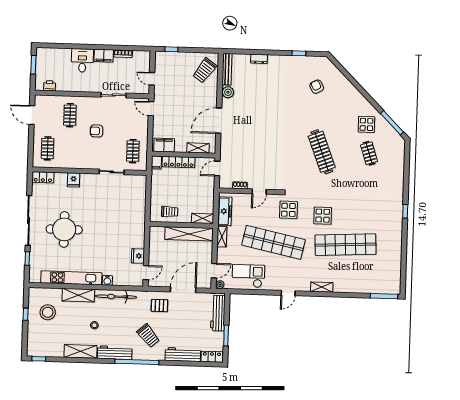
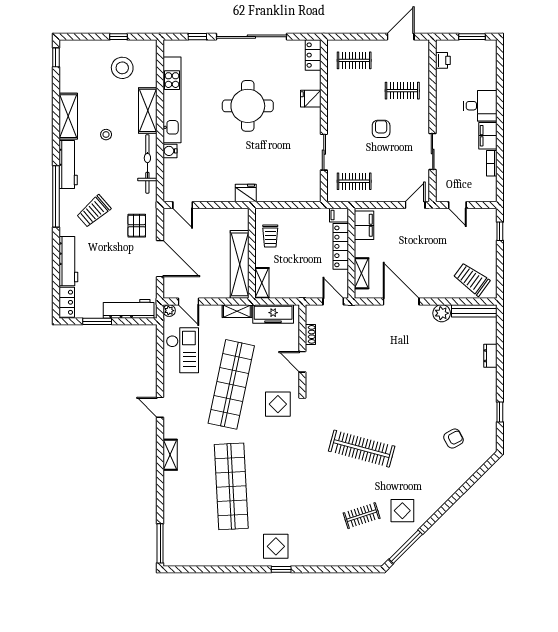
door: (152, 79) -> (457, 205), swing flipped
clothes rail: (322, 152) -> (362, 449), turned 36
display table: (323, 216) -> (276, 546), moved
round table: (64, 229) -> (248, 106), moved
fridge: (138, 256) -> (246, 193), moved

